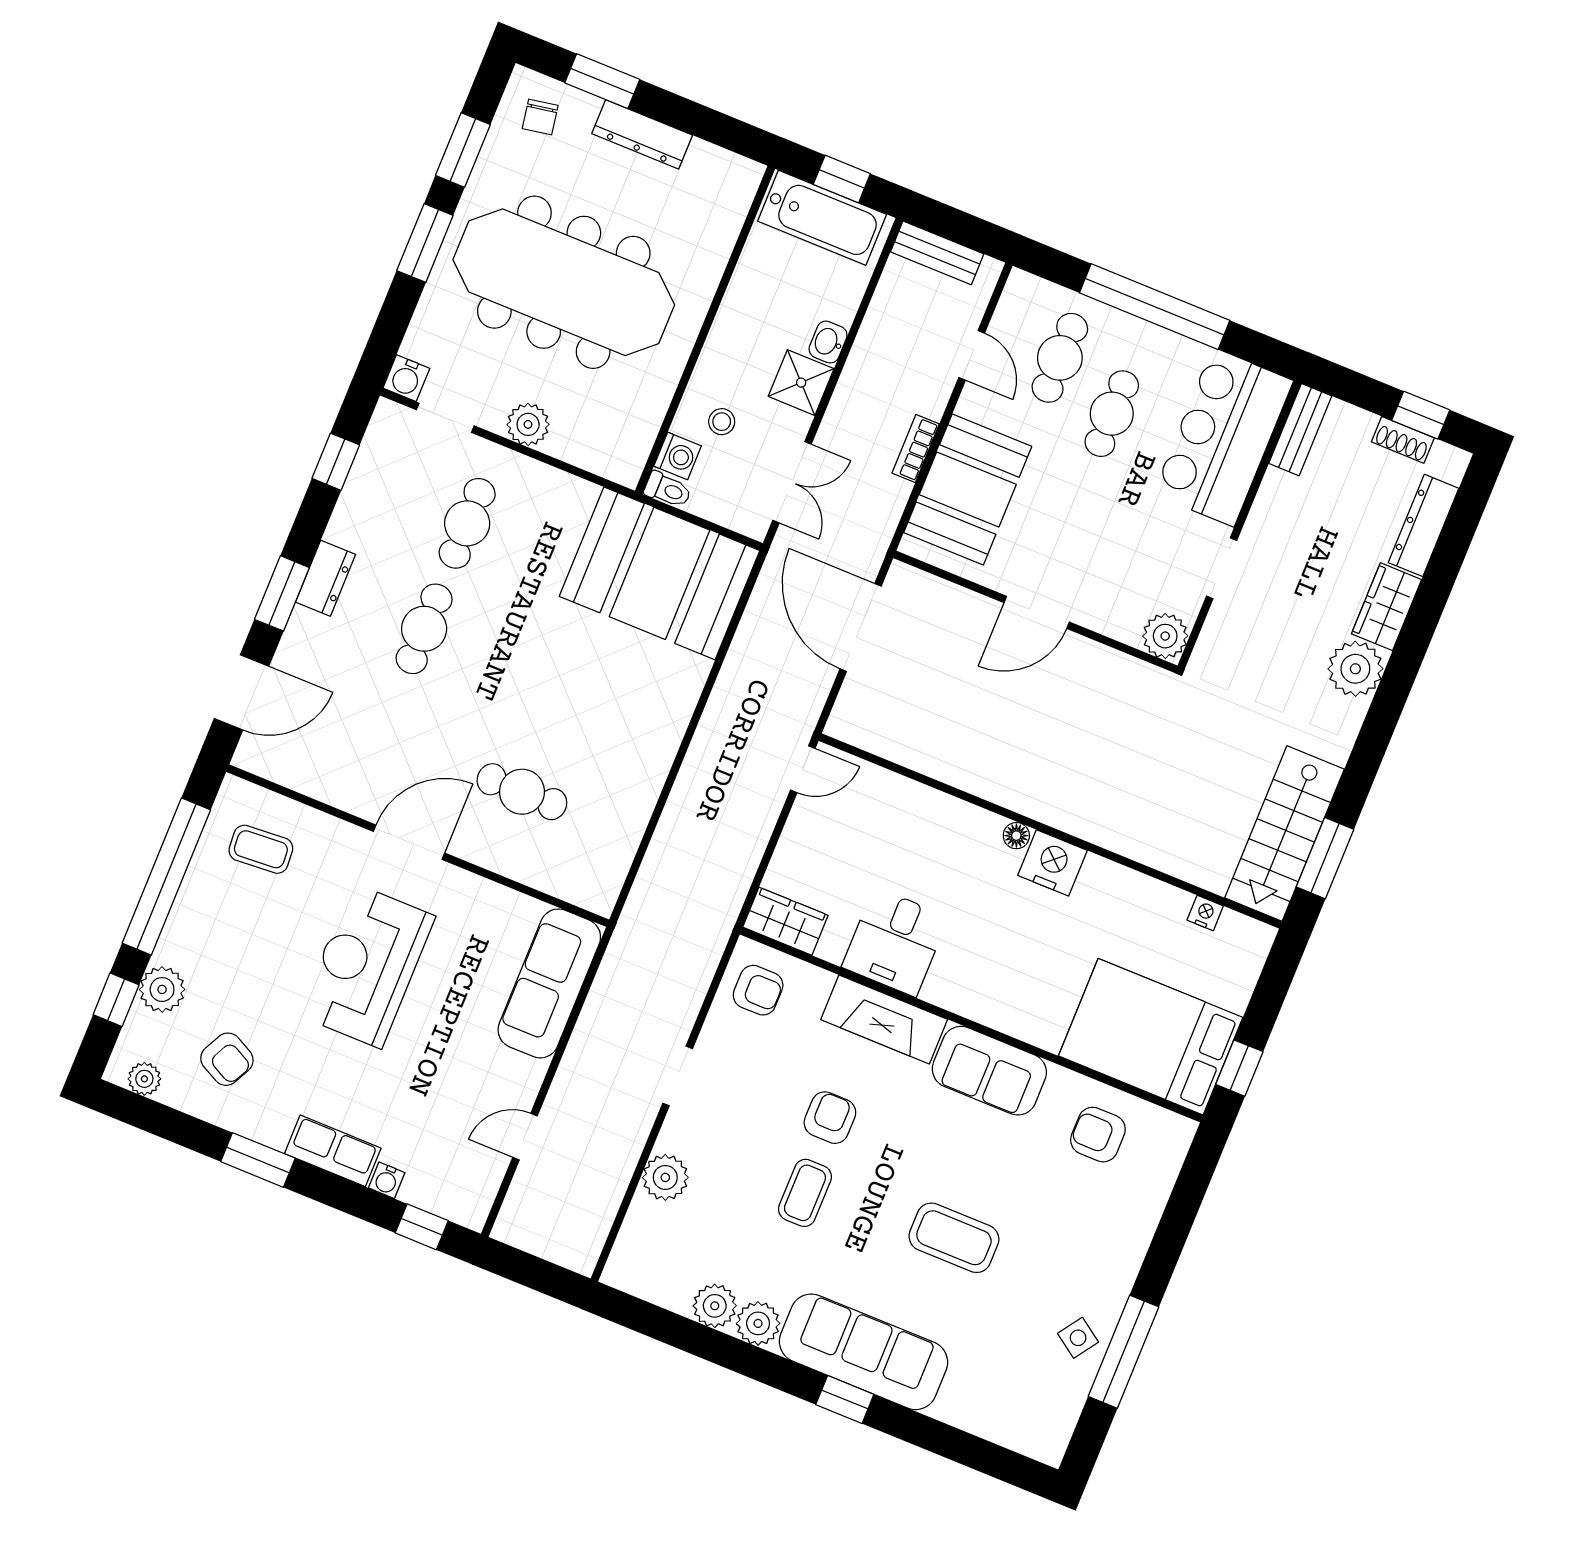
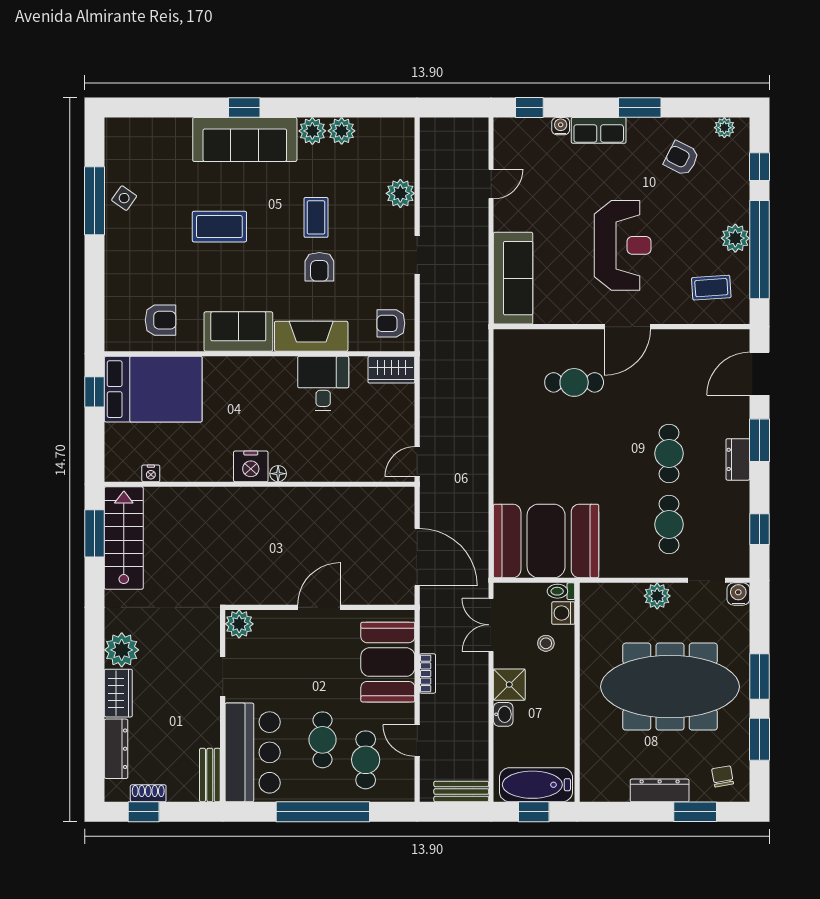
plant: (162, 989) -> (735, 238), moved

